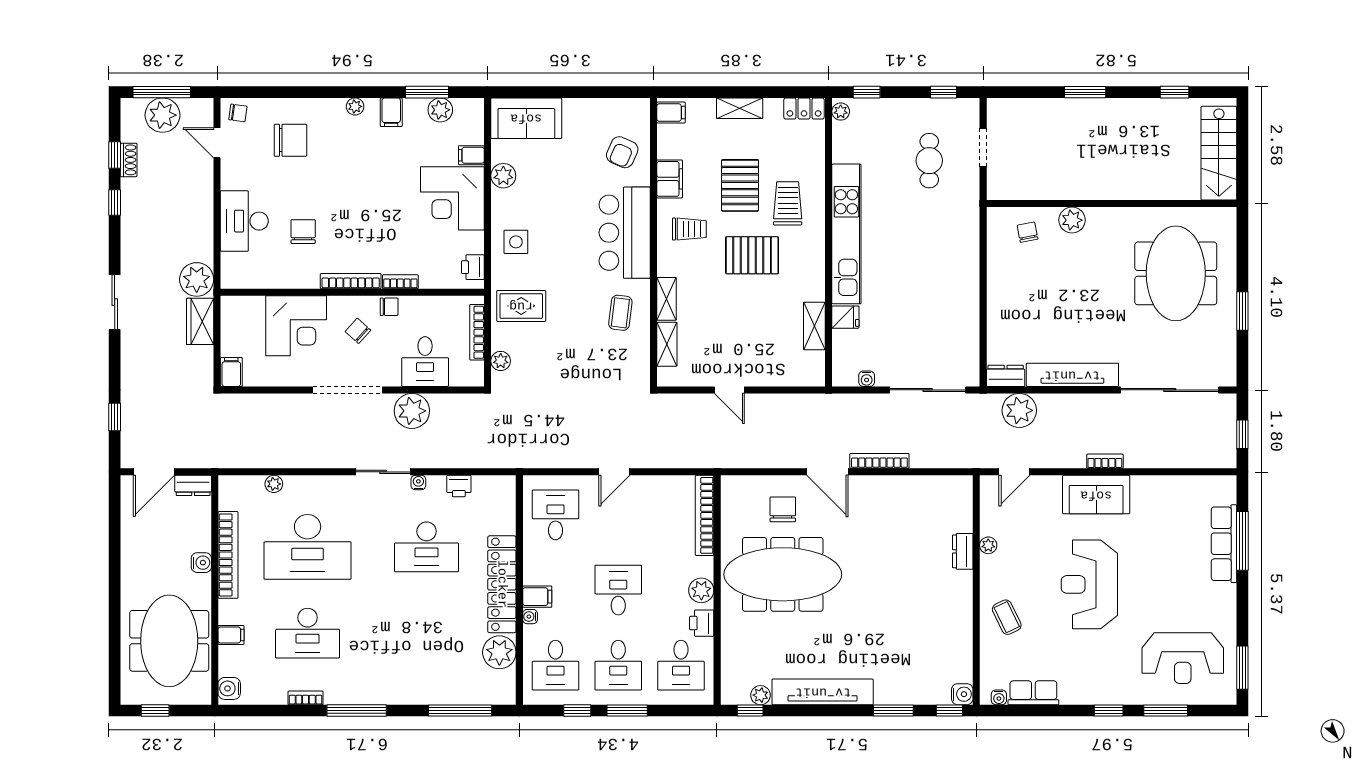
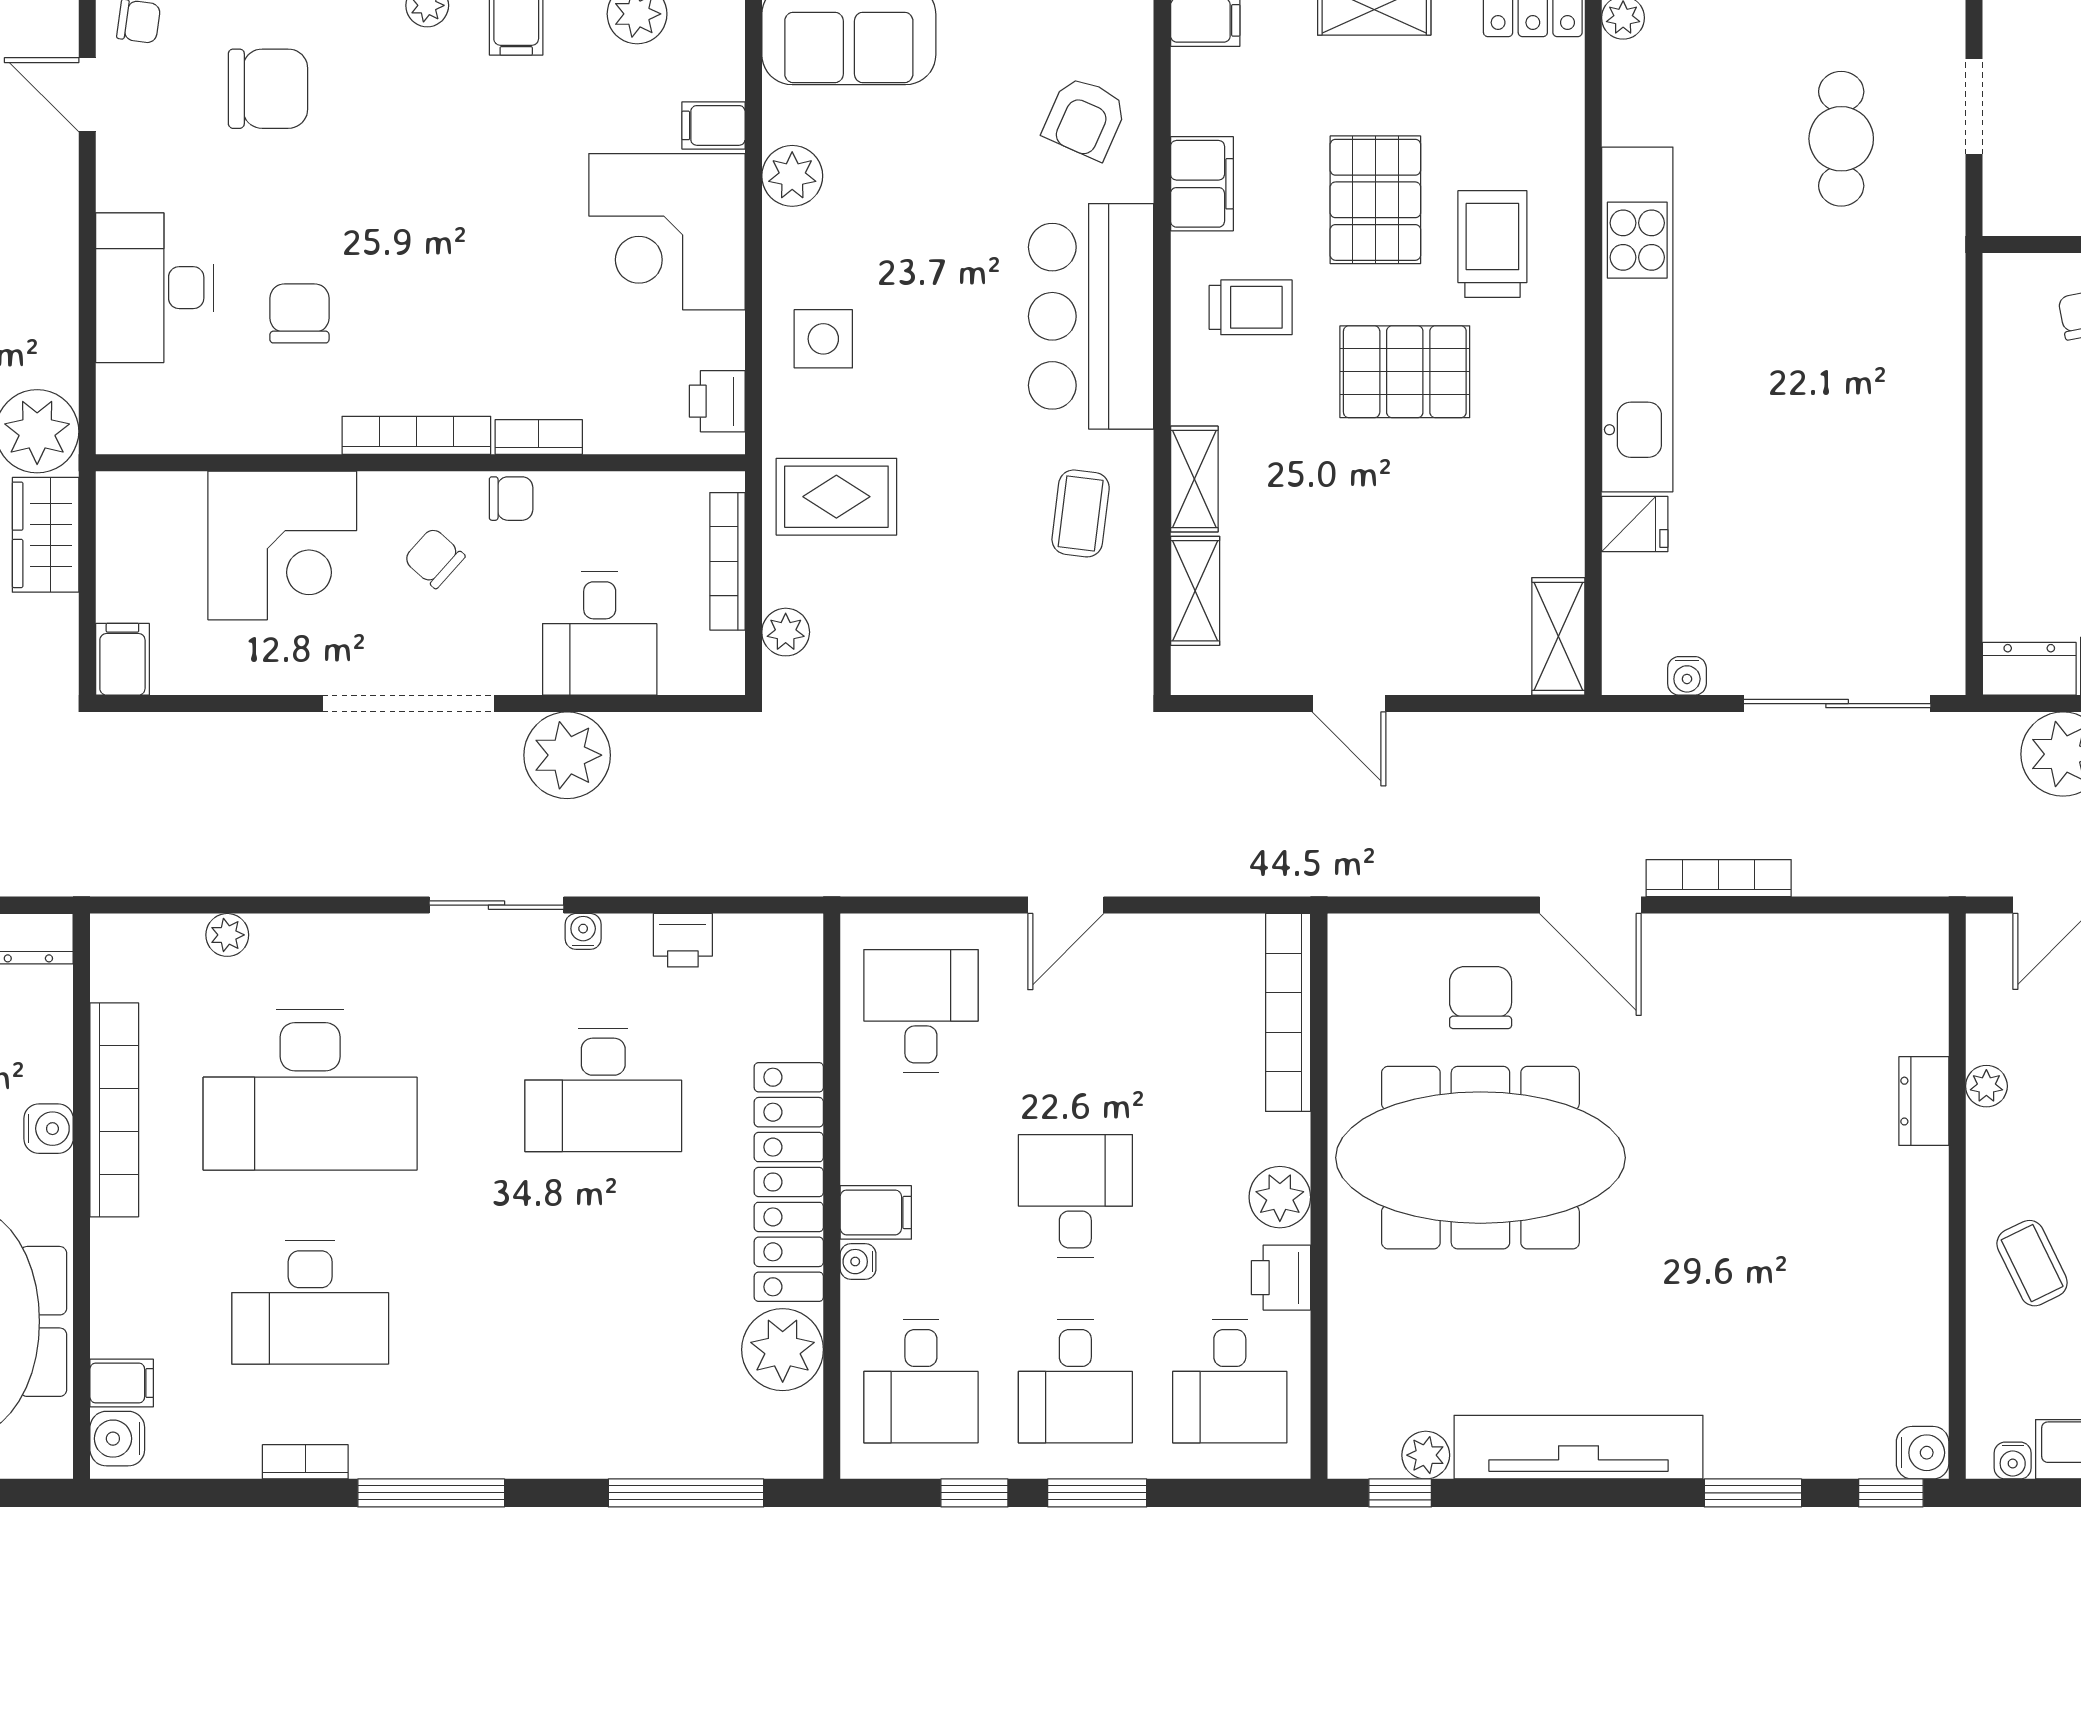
shelving: (814, 326) -> (1558, 636), moved
filing cabinet: (231, 635) -> (122, 1383), moved

